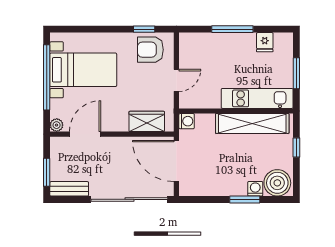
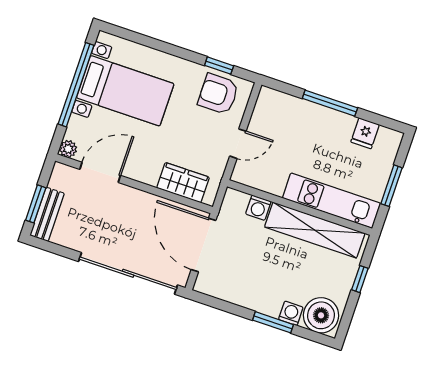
washing machine: (187, 121) -> (258, 208), moved, turned 90
bench: (69, 189) -> (47, 214), moved, turned 90

